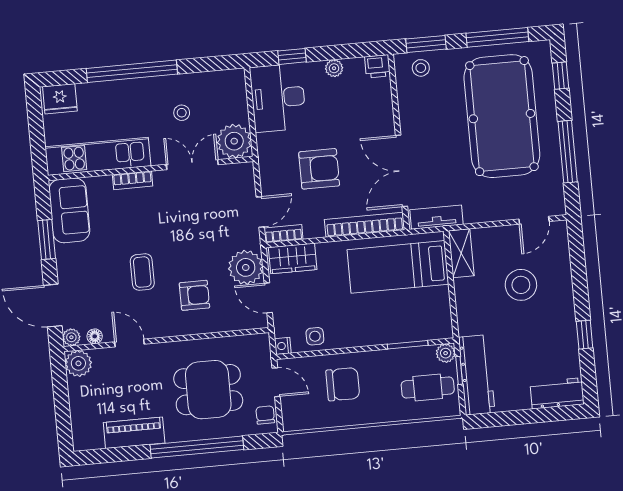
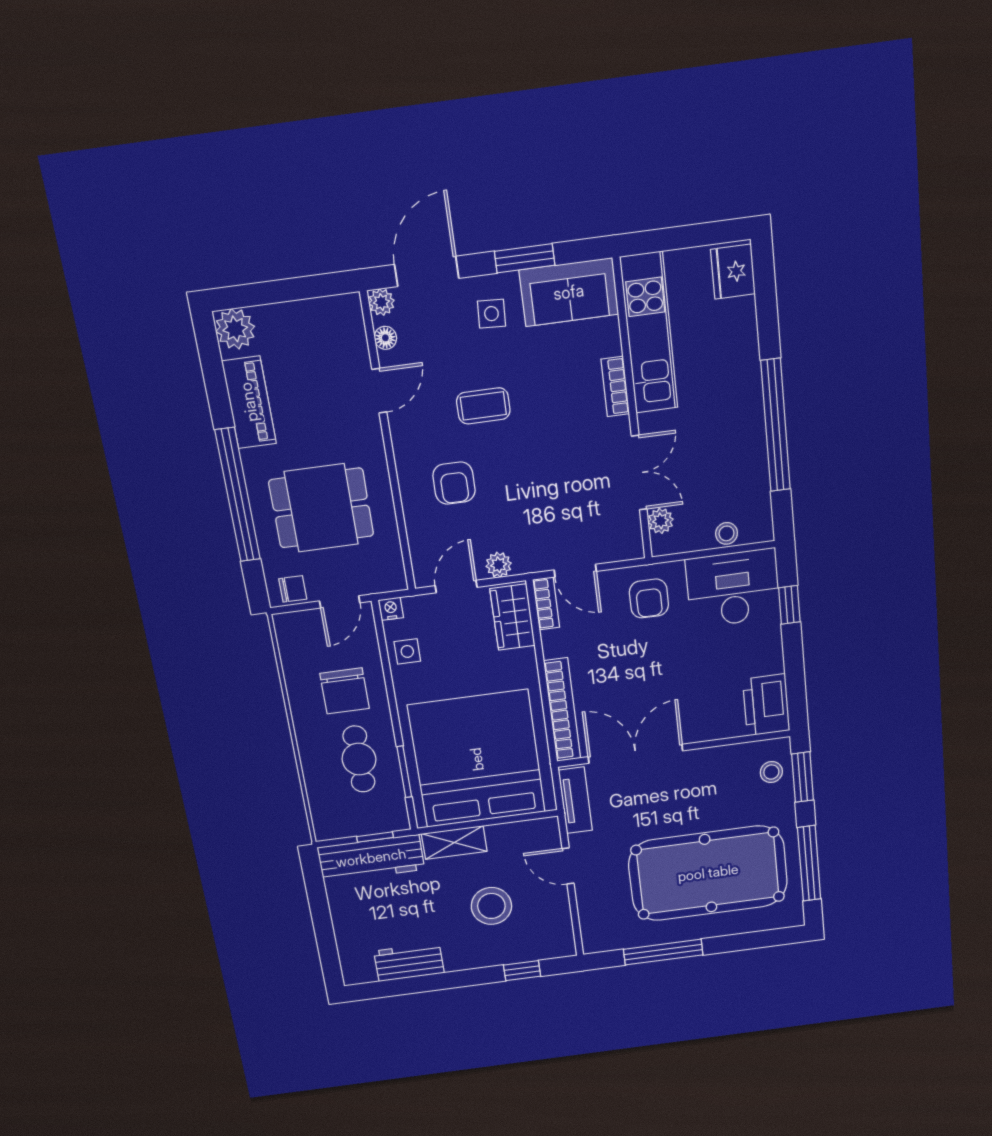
printer: (377, 66) -> (766, 705), width x1.87, depth x1.48
plant: (334, 68) -> (772, 661), removed
window: (132, 71) -> (776, 425), moved
window: (561, 76) -> (759, 939), removed
stool: (182, 113) -> (727, 533), moved
plant: (234, 141) -> (661, 521), width x0.53, depth x0.53
armchair: (319, 169) -> (649, 598), moved, width x0.72, depth x0.72
door: (534, 220) -> (568, 866), moved
shelving: (461, 253) -> (454, 843), moved
side table: (81, 263) -> (491, 314), added
plant: (246, 267) -> (499, 565), width x0.53, depth x0.53
bed: (398, 267) -> (477, 759), width x2.04
window: (585, 335) -> (522, 971), moved
plant: (446, 353) -> (397, 819), removed
plant: (78, 363) -> (235, 329), moved
cafe table: (428, 387) -> (359, 759), moved
dining table: (208, 390) -> (321, 508), turned 90
workbench: (557, 393) -> (409, 962), moved, turned -90

